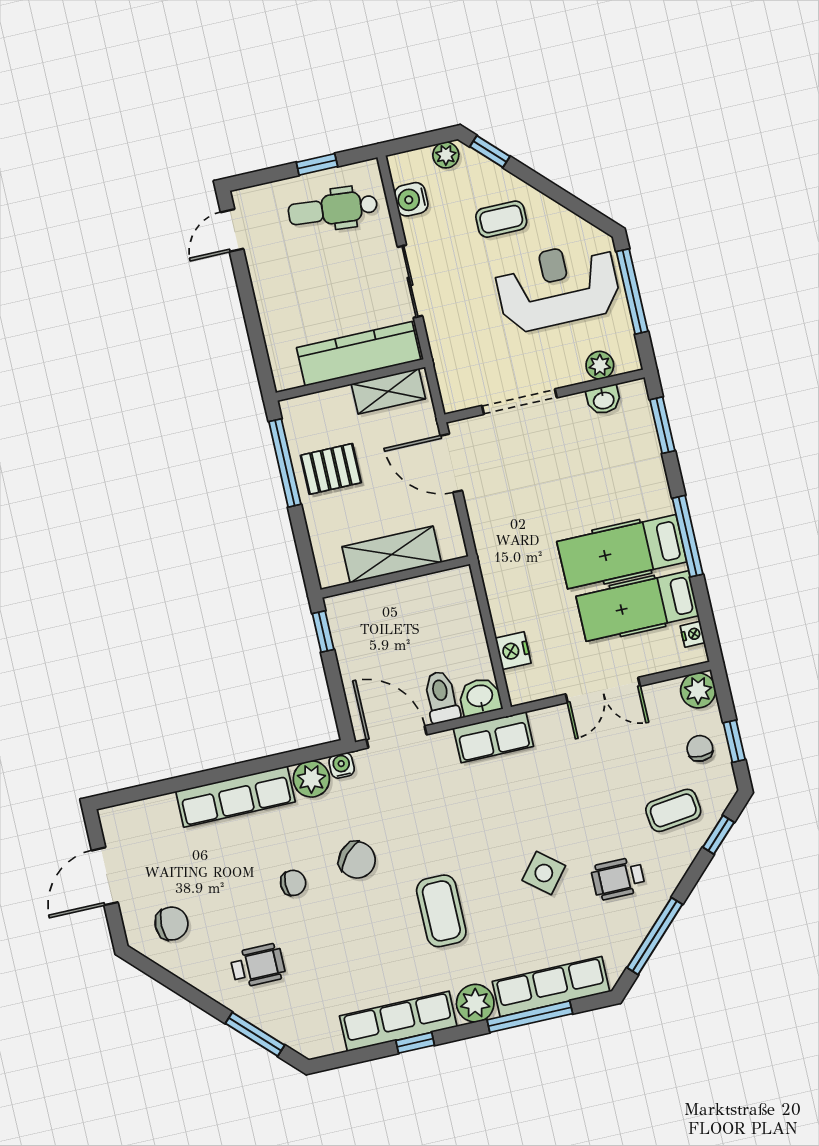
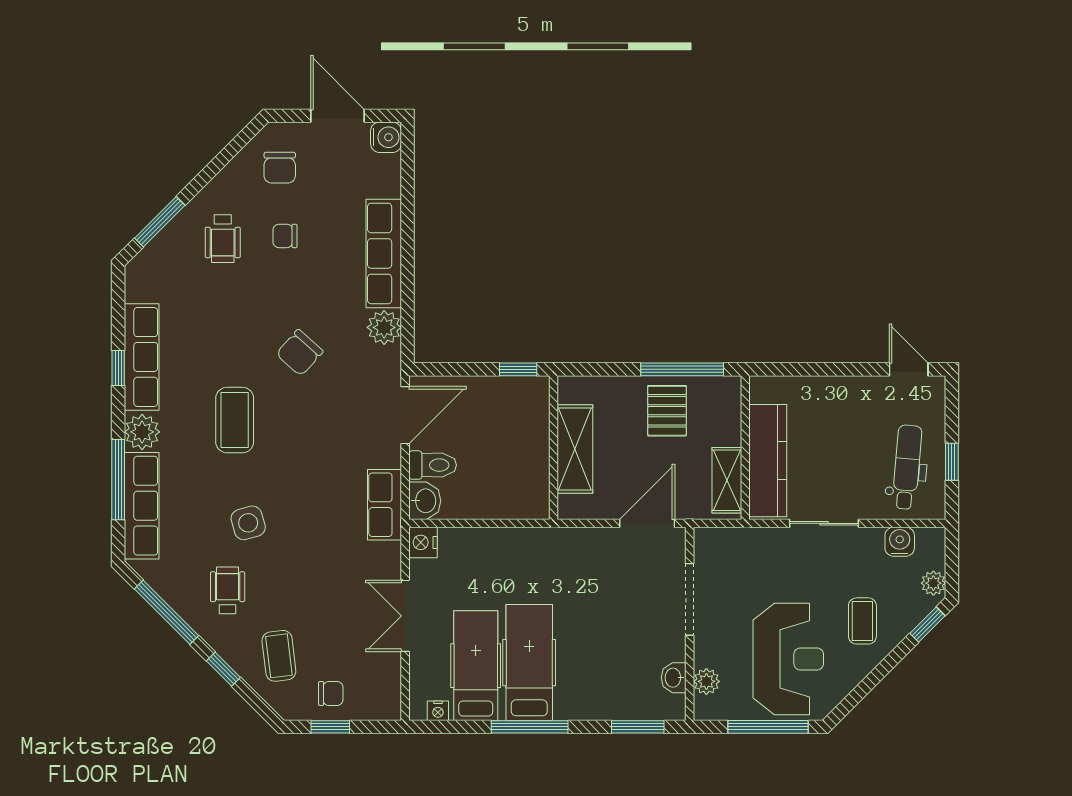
nightstand: (513, 651) -> (423, 542), moved, turned -90
plant: (698, 690) -> (385, 704), removed
water cooler: (342, 765) -> (386, 137), moved, width x1.38, depth x1.38
window: (718, 835) -> (223, 669), moved
side table: (544, 873) -> (248, 523), turned 35
chair: (293, 883) -> (285, 236), moved, turned 90
coffee table: (441, 911) -> (235, 420), turned 90

